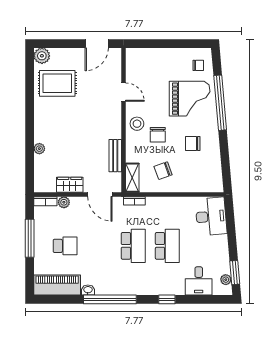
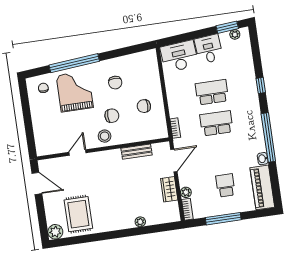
chair: (163, 171) -> (144, 106), turned 110
shelving: (132, 178) -> (154, 133), removed
desk: (199, 281) -> (209, 49), moved, turned -95

